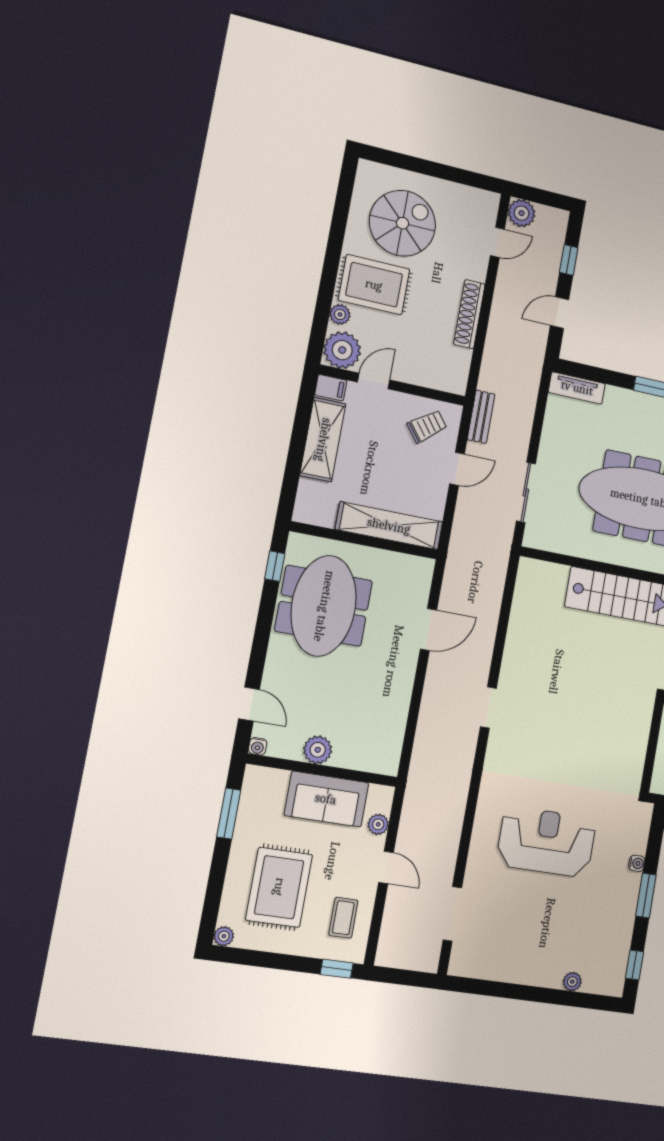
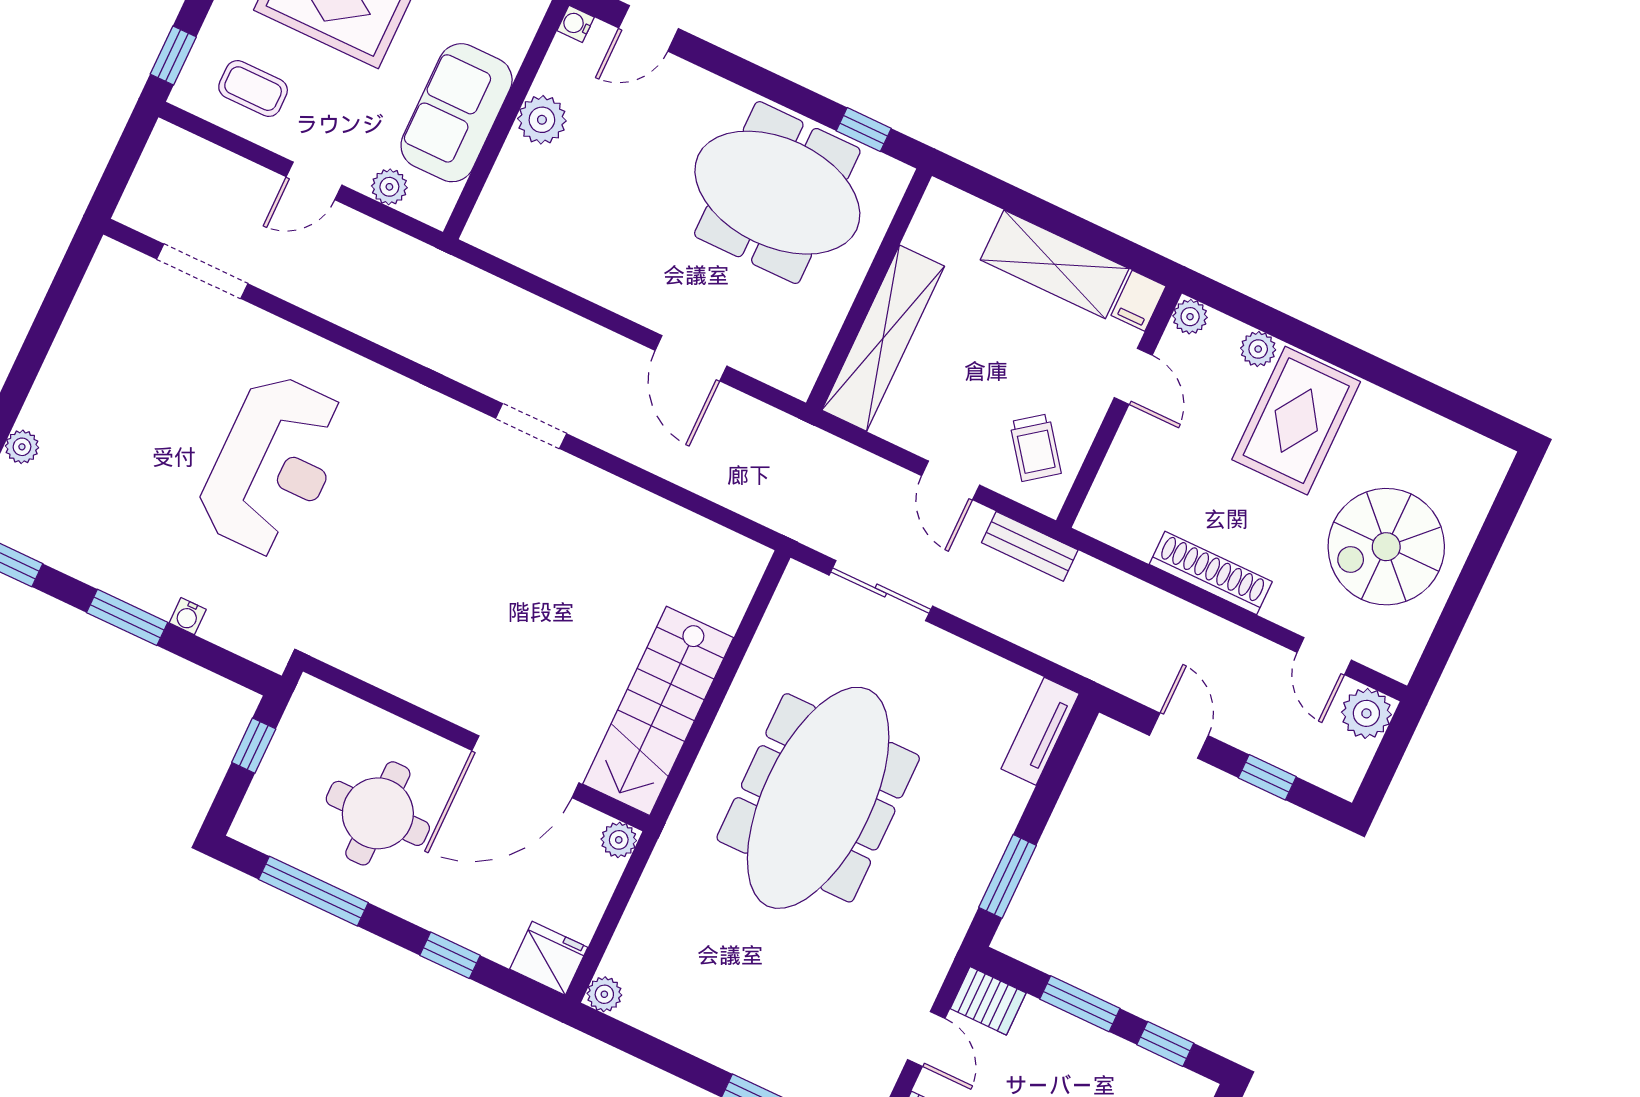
spiral stairs: (403, 223) -> (1386, 547), moved, turned 90
plant: (342, 350) -> (1190, 317), width x0.53, depth x0.53

